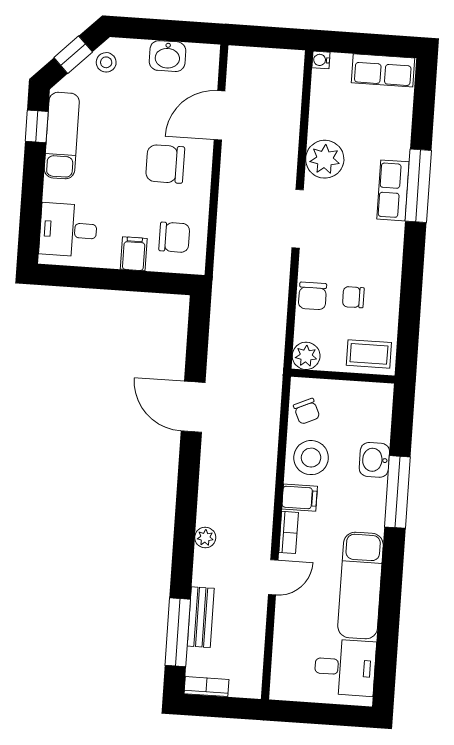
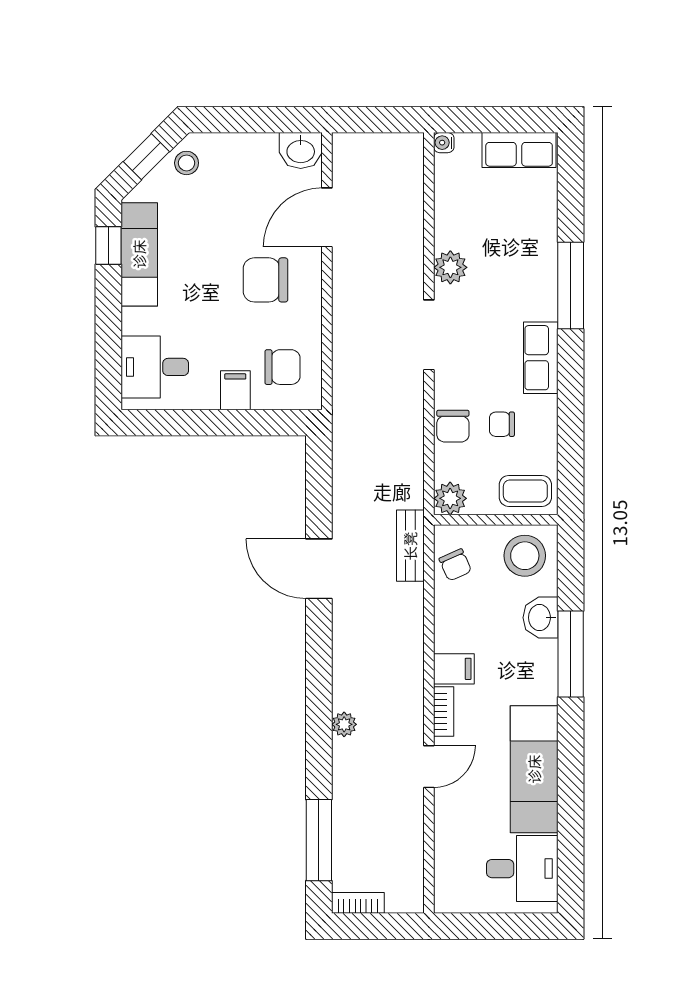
washbasin: (167, 56) -> (301, 151), moved
plant: (325, 159) -> (450, 267), width x0.73, depth x0.73
row of seats: (393, 190) -> (541, 358), moved
stool: (311, 458) -> (525, 556), moved
bench: (201, 617) -> (410, 546), moved

